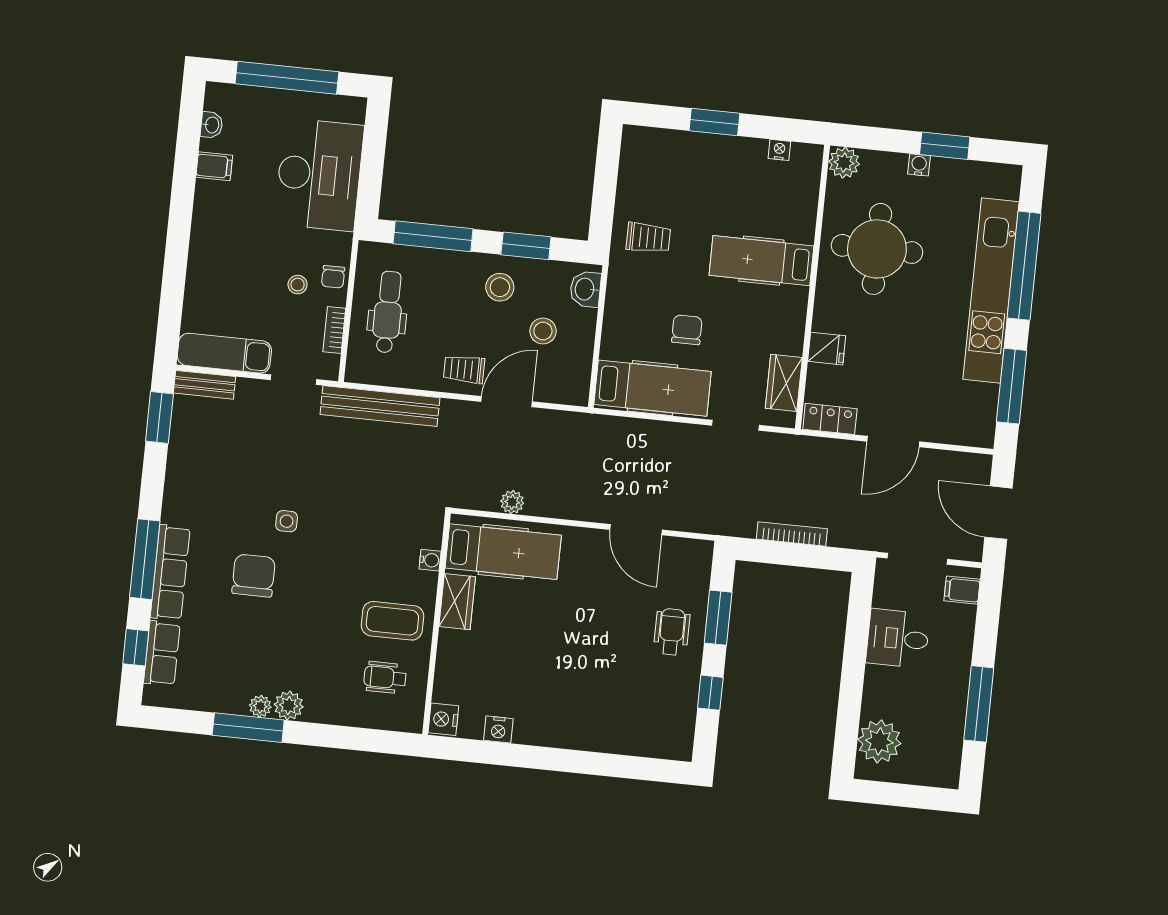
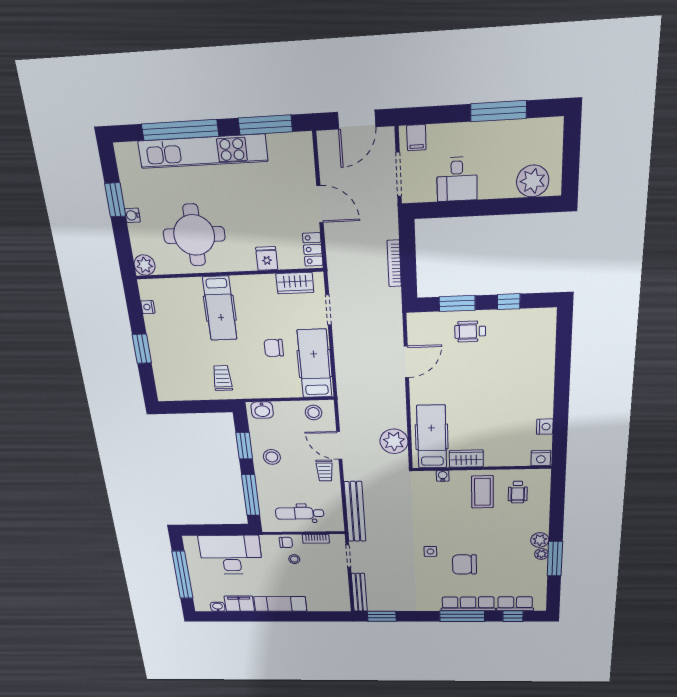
filing cabinet: (214, 166) -> (239, 604), width x2.00
stool: (543, 331) -> (314, 413), moved
exam couch: (224, 353) -> (280, 604), moved, turned 90
bench: (205, 385) -> (359, 592), width x1.36
plant: (512, 502) -> (394, 441), width x1.88, depth x1.88

